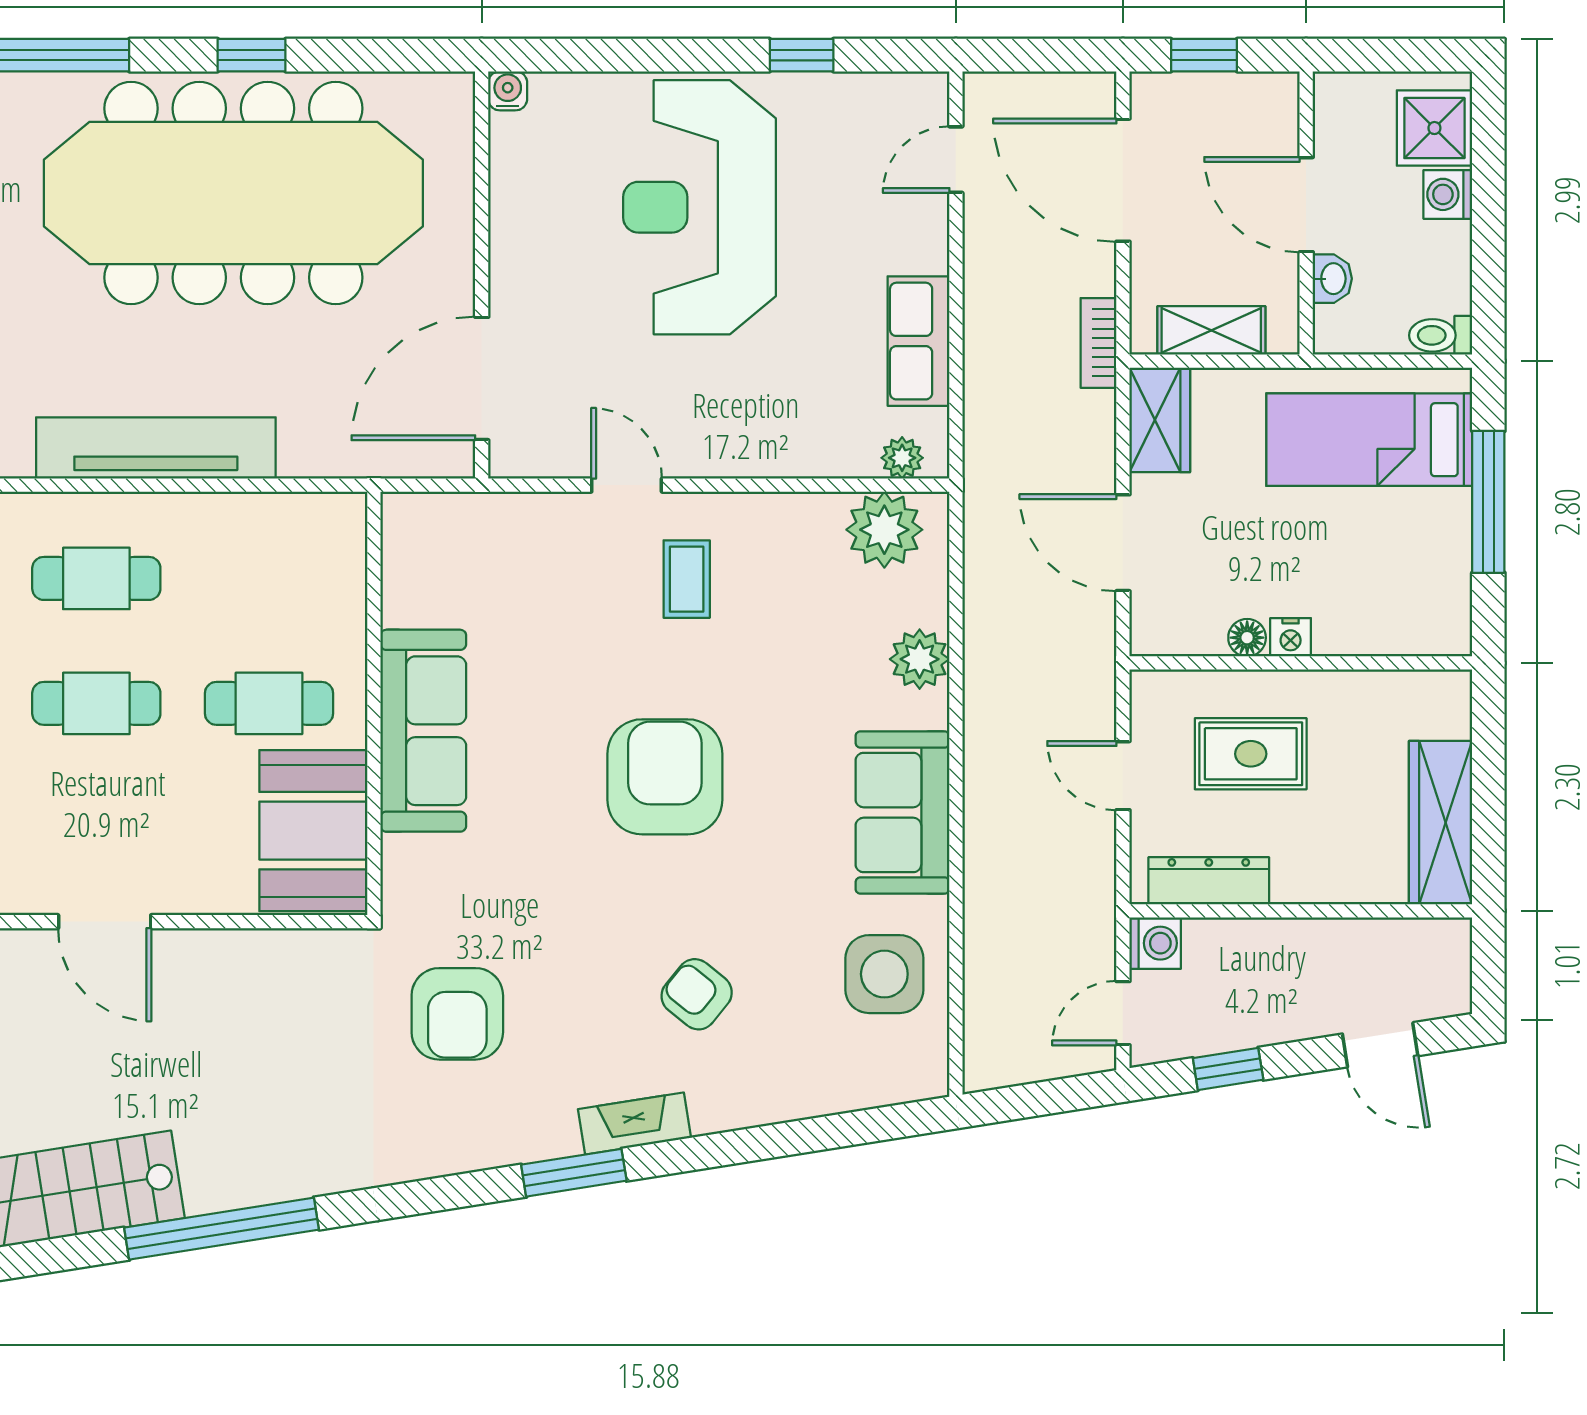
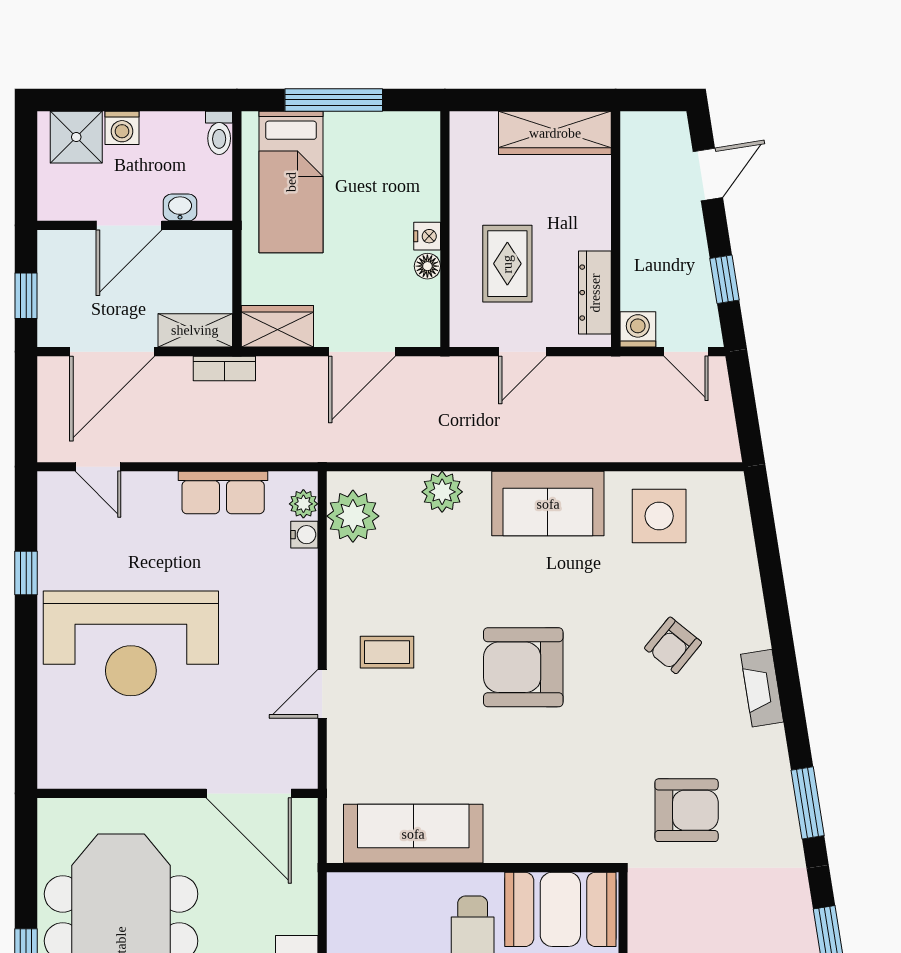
water cooler: (508, 91) -> (304, 535), moved, turned 180
shelving: (1211, 330) -> (195, 330), moved, turned 90
sofa: (423, 731) -> (413, 834), moved
window: (574, 1173) -> (808, 803), moved

